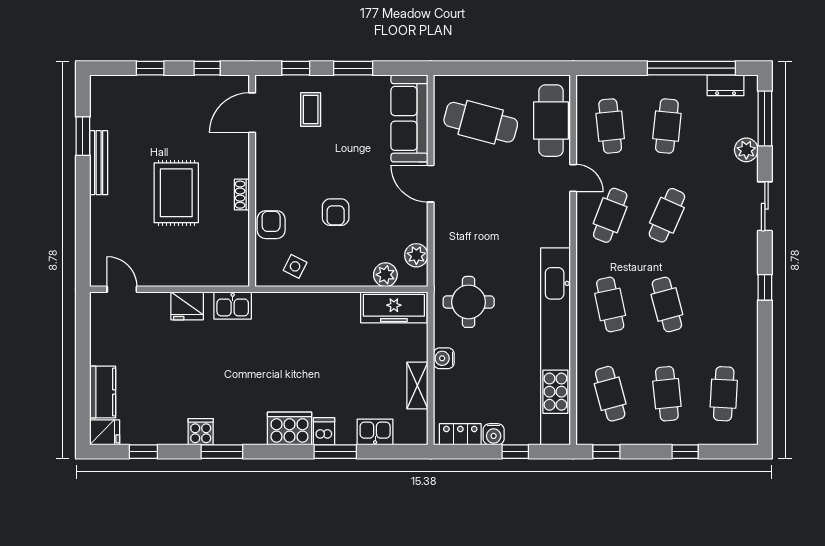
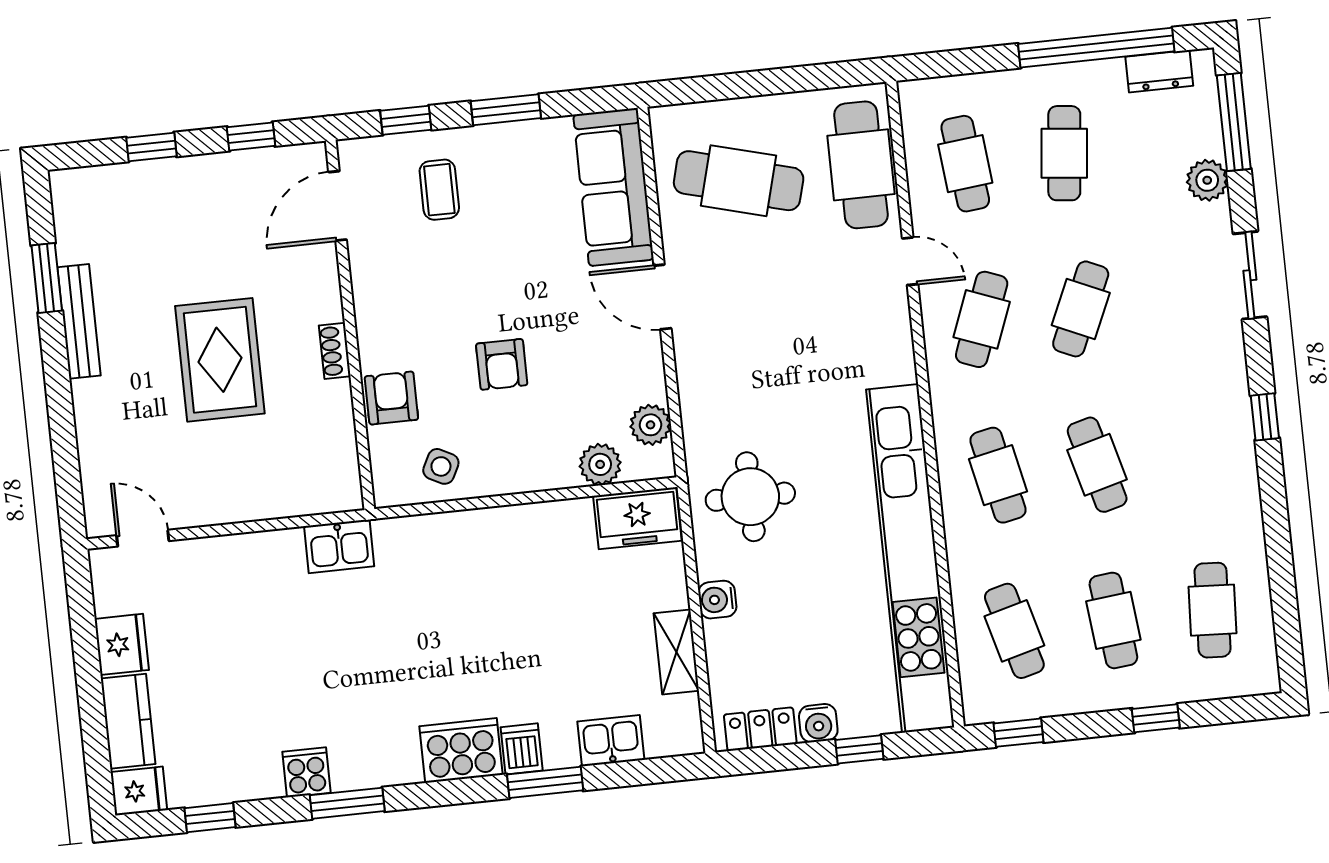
fridge: (187, 306) -> (122, 644), moved, turned -90
freezer: (394, 307) -> (637, 518), width x0.71

